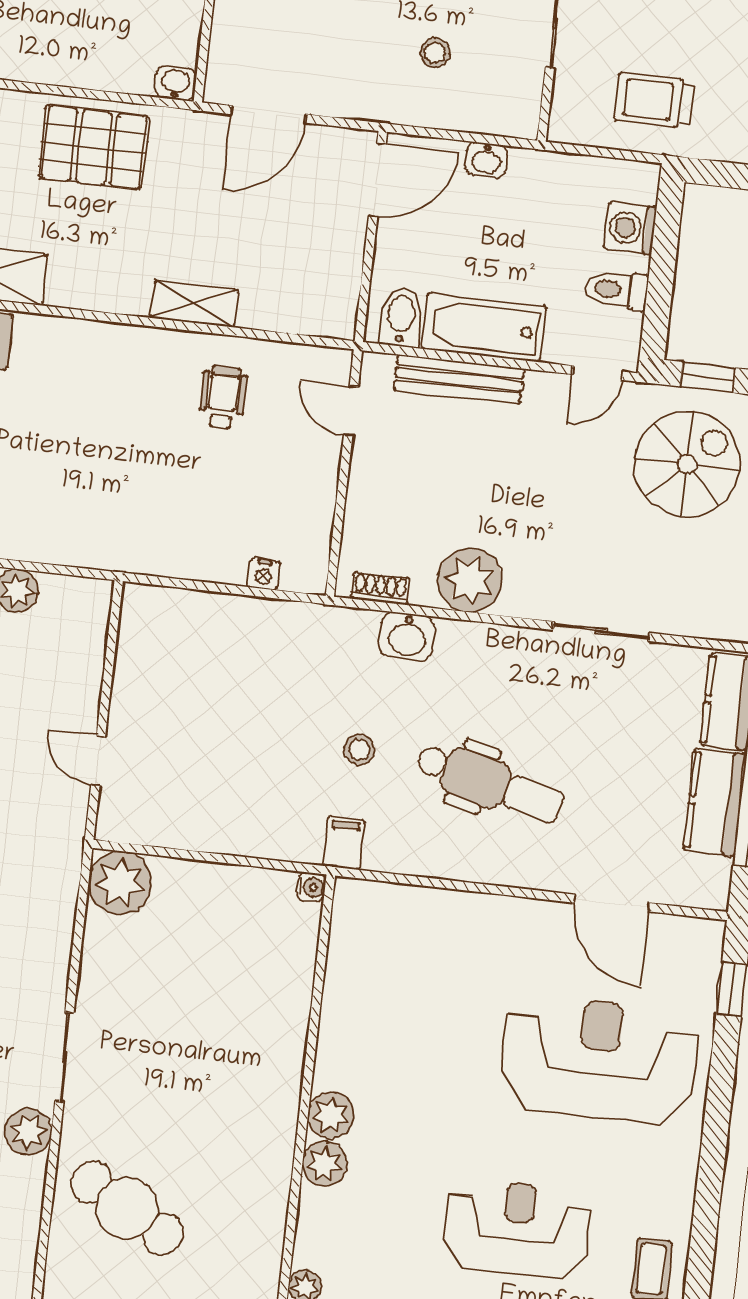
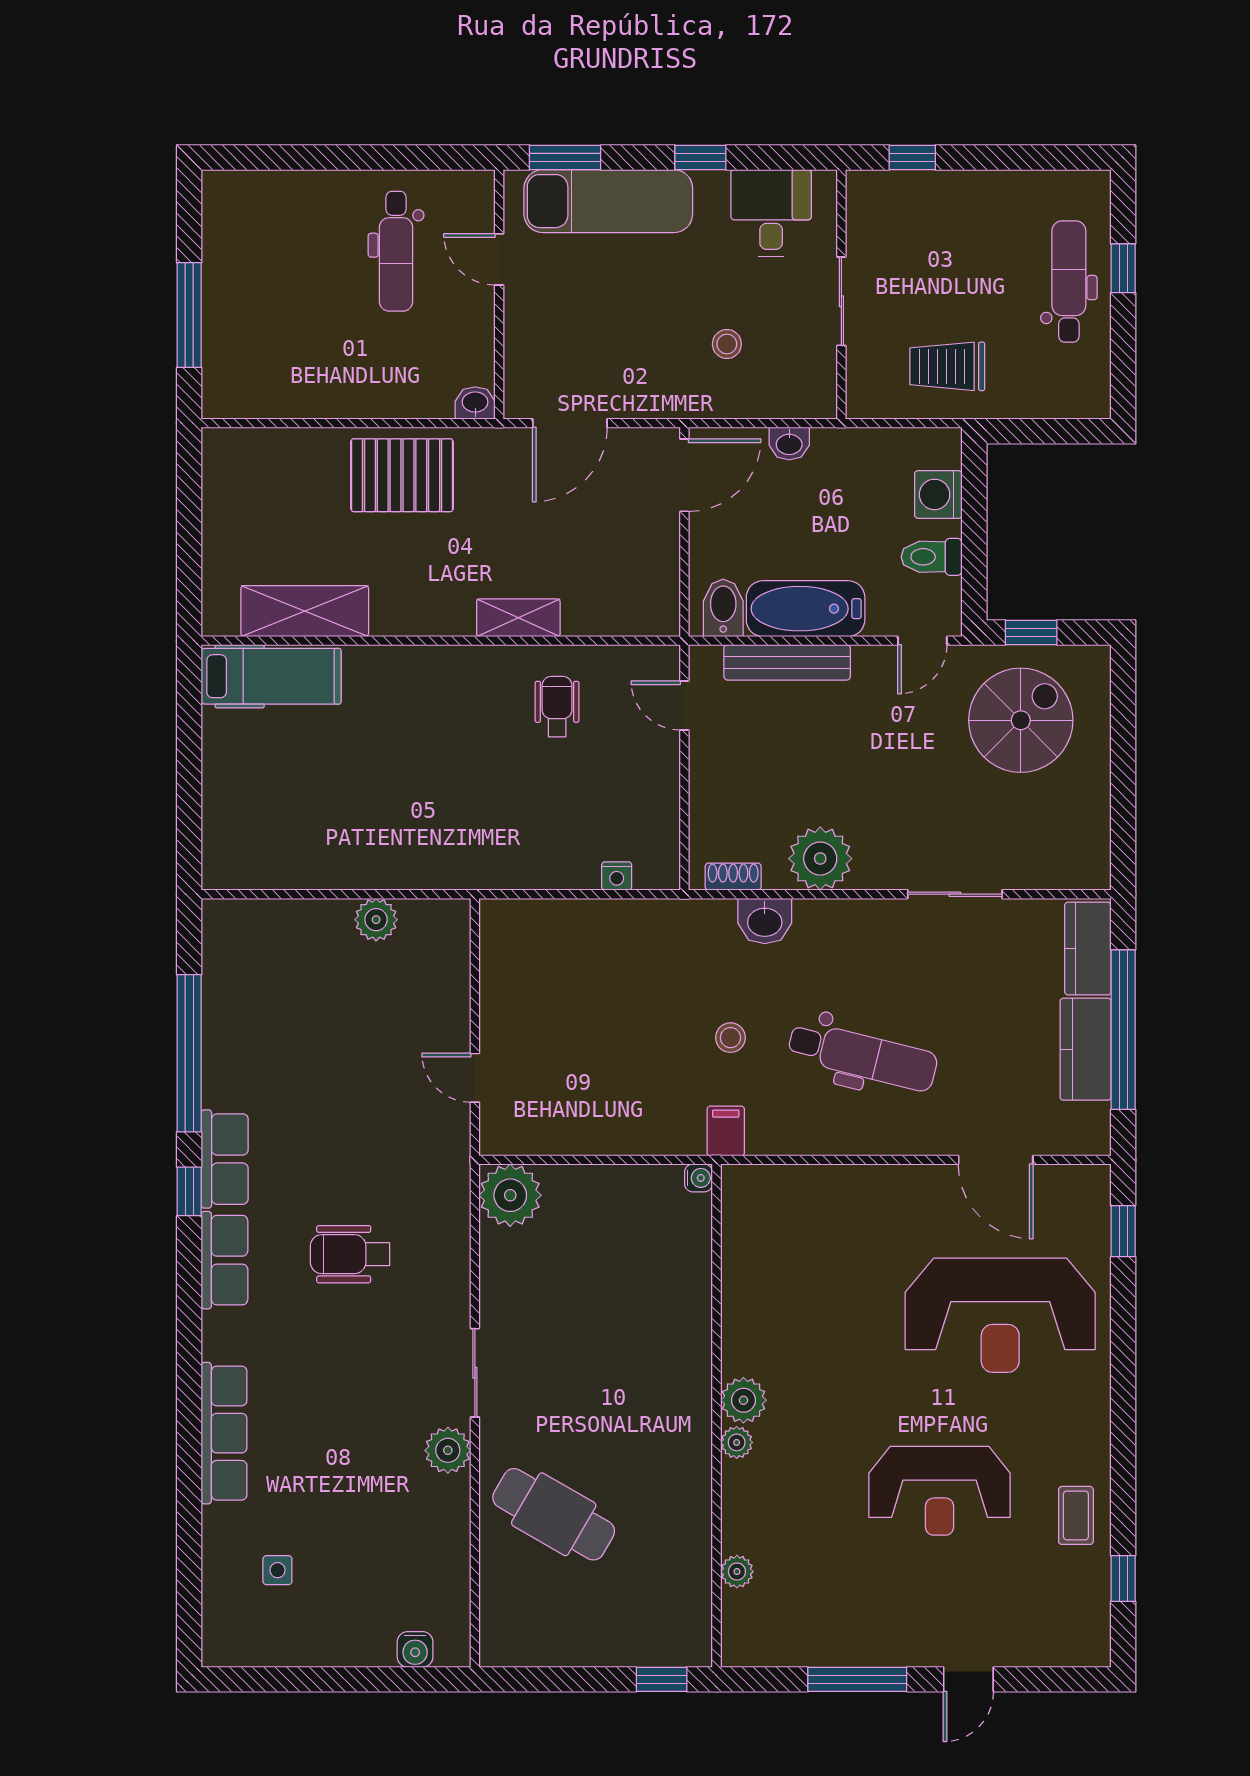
reception desk: (598, 1059) -> (1000, 1315), turned 180
plant: (325, 1164) -> (737, 1442), width x0.73, depth x0.73
reception desk: (517, 1229) -> (940, 1491), turned 180

